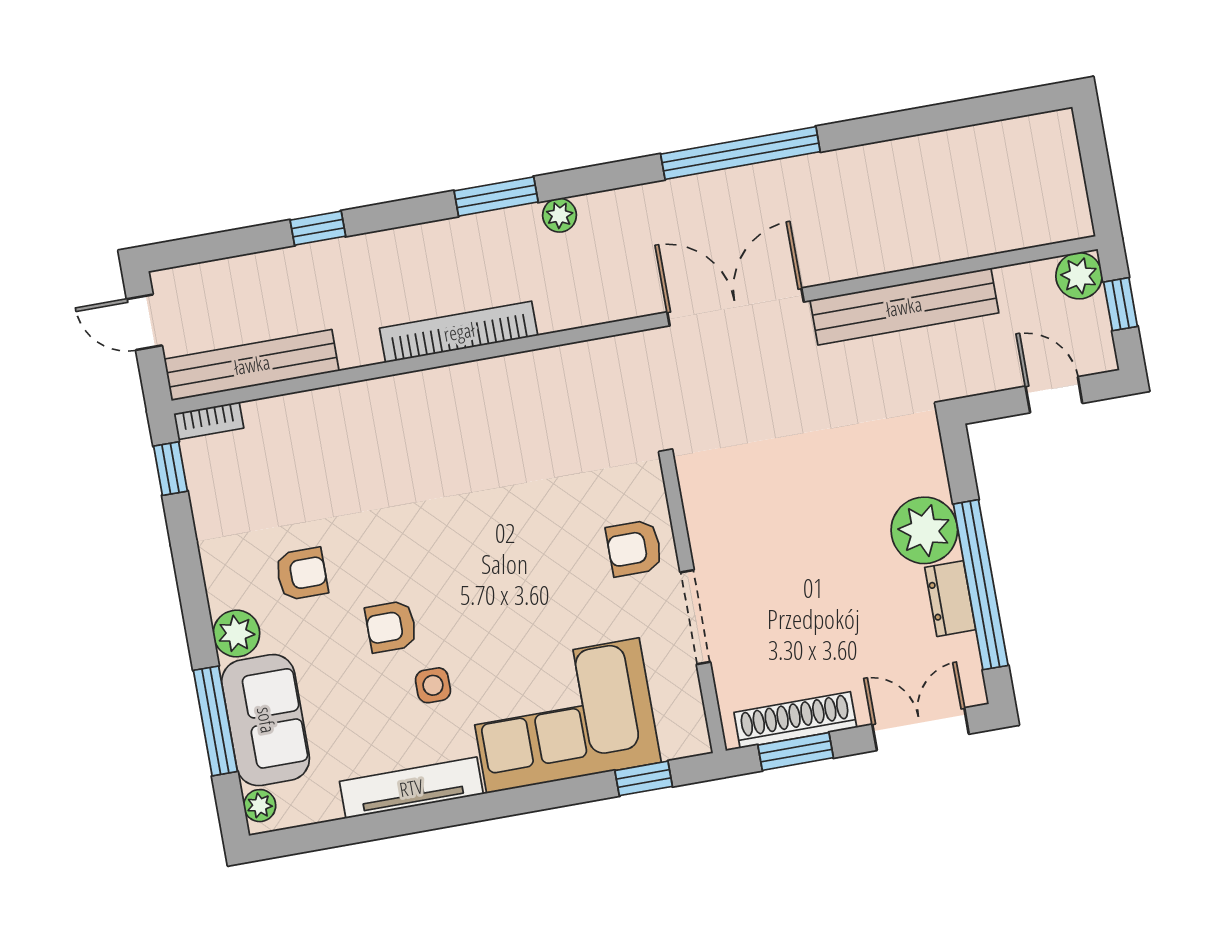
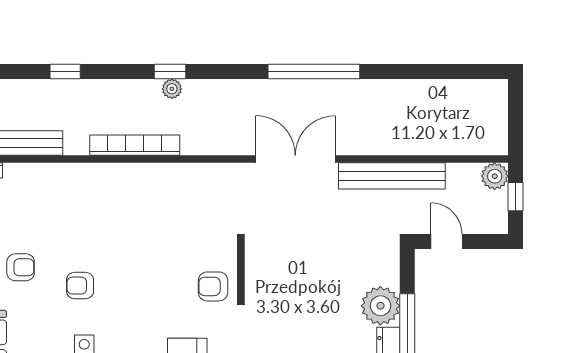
window: (496, 196) -> (170, 72), width x0.67
plant: (560, 215) -> (172, 89), moved
door: (1054, 395) -> (447, 242), moved
armchair: (391, 627) -> (80, 286), moved

